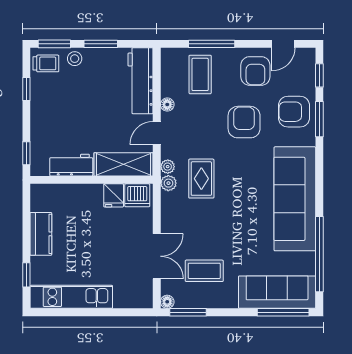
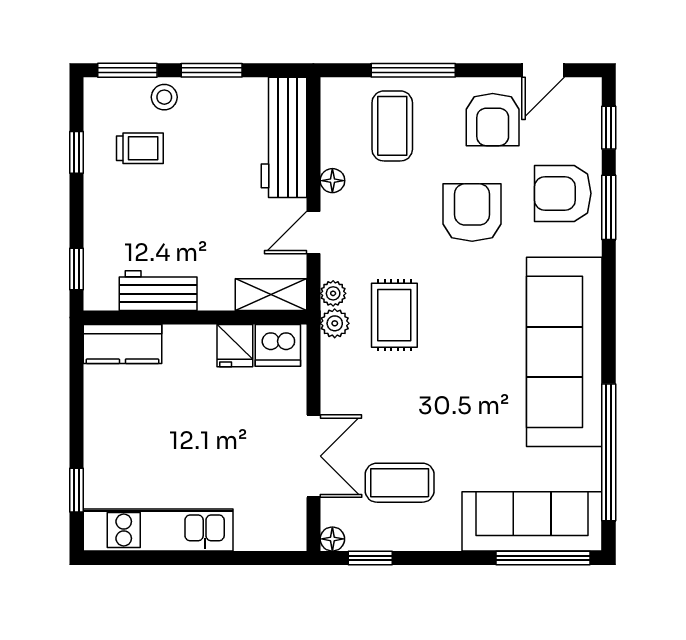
trolley: (46, 63) -> (140, 148), moved
shelving: (124, 164) -> (271, 295), width x0.67, depth x0.75
kitchen counter: (41, 234) -> (122, 344), moved, turned 90
window: (188, 312) -> (370, 558), width x0.67

